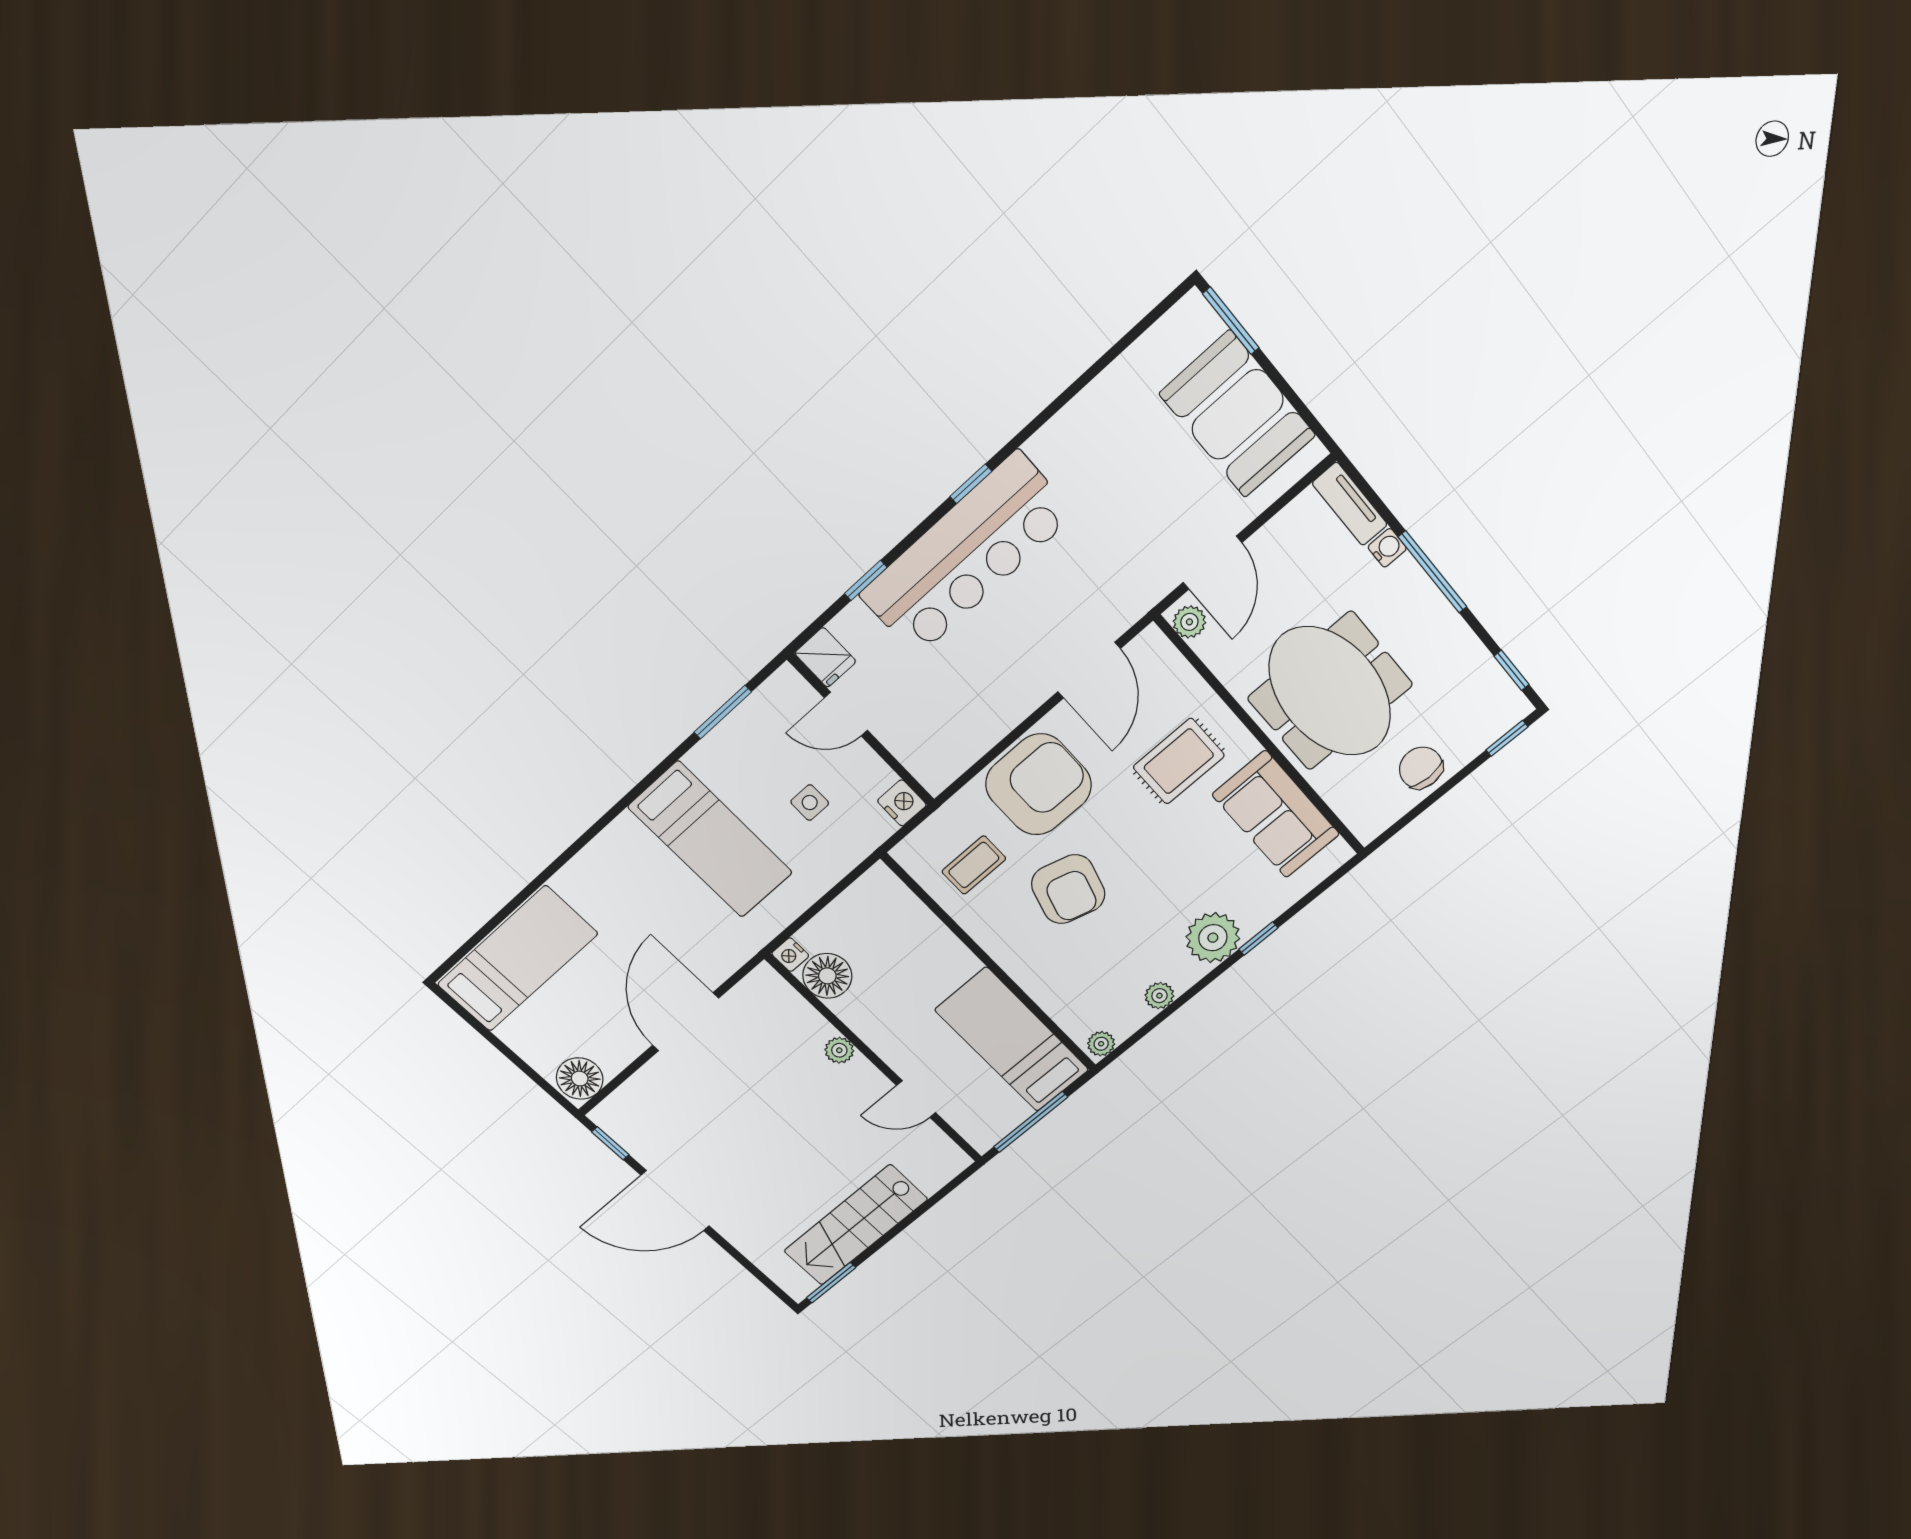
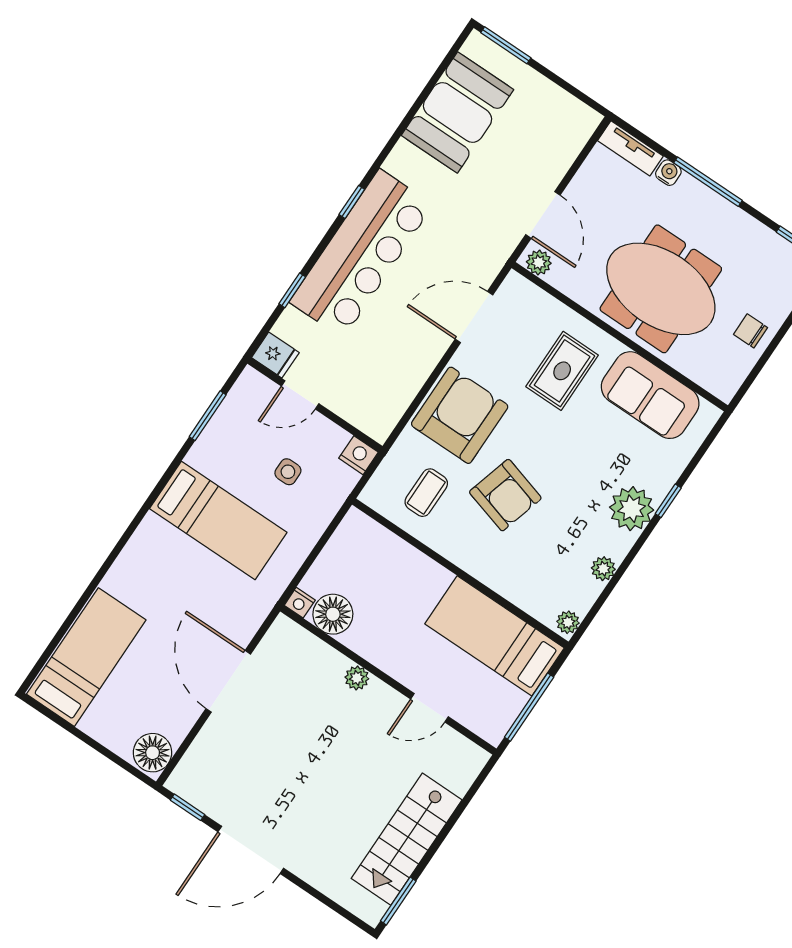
booth: (1238, 415) -> (457, 112), moved, turned 90
door: (1089, 670) -> (474, 317), swing flipped
chair: (1421, 768) -> (751, 331), width x0.73, depth x0.73

